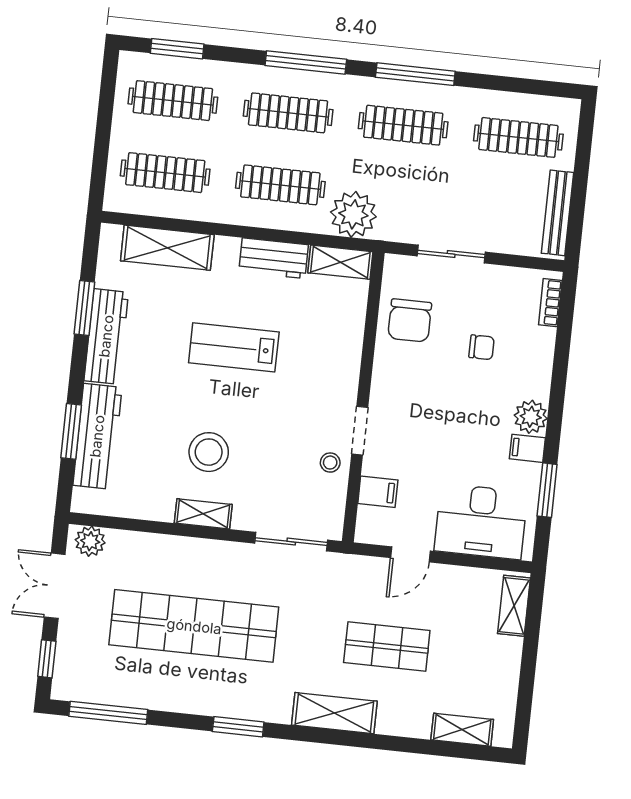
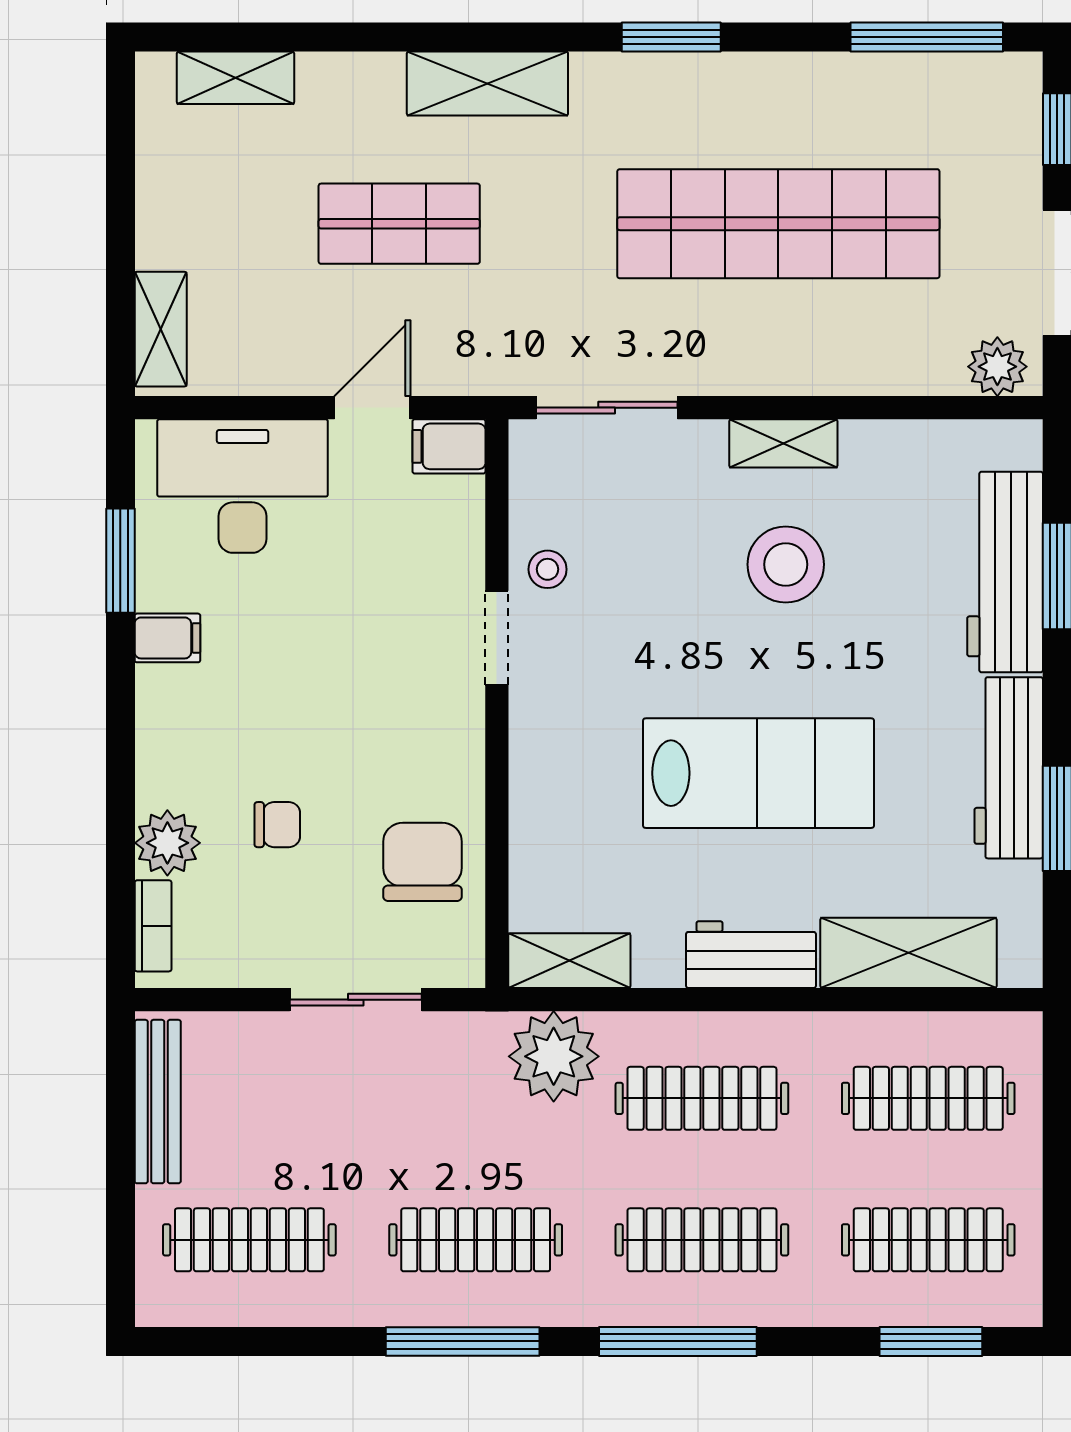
workbench: (274, 258) -> (751, 955), moved
lab bench: (234, 347) -> (759, 773), width x1.36, depth x1.39
chair: (482, 347) -> (277, 825), turned 180
plant: (531, 417) -> (167, 843), moved
filing cabinet: (378, 492) -> (449, 446), moved

